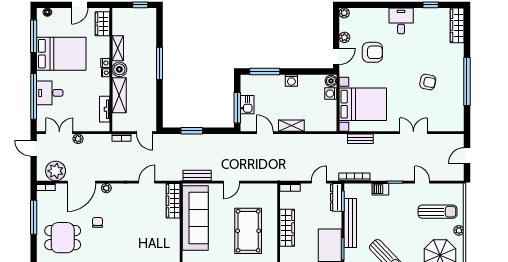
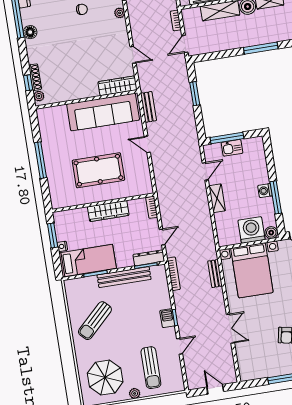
window: (265, 72) -> (276, 197), moved
washing machine: (331, 94) -> (251, 230), width x1.89, depth x1.89
door: (319, 182) -> (162, 237), hinge flipped
barbecue: (380, 189) -> (167, 318), moved

